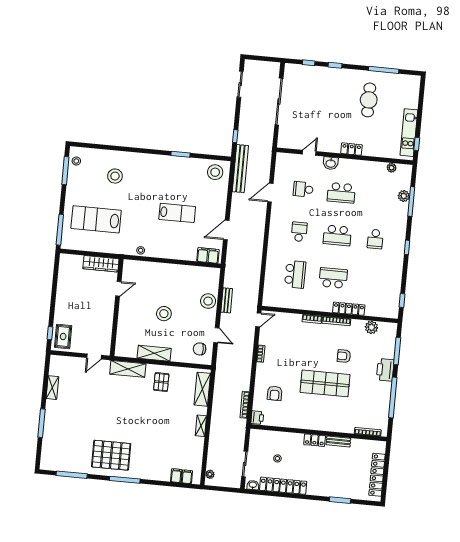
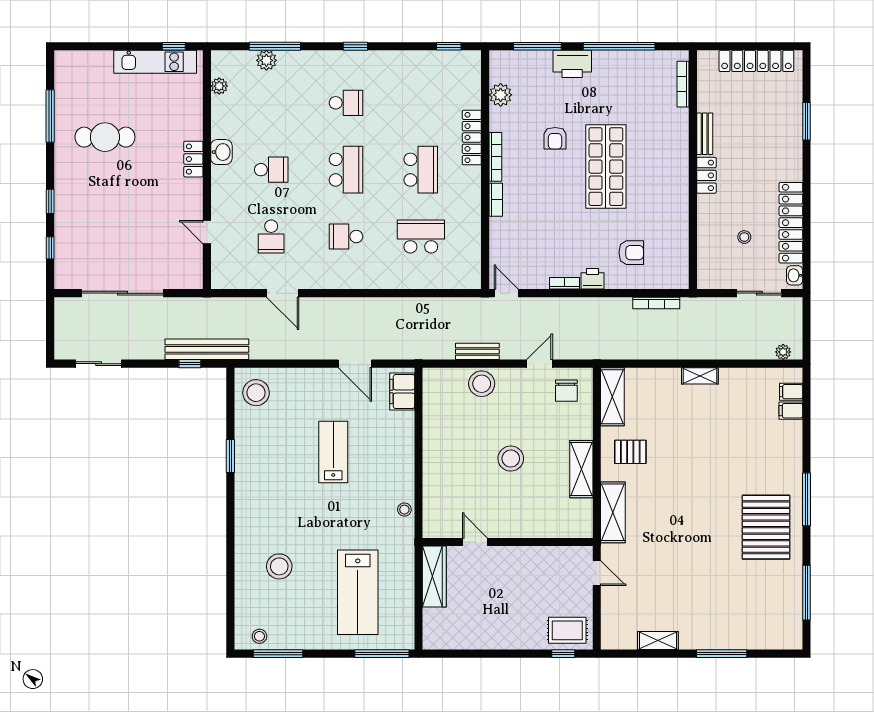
washbasin: (331, 163) -> (221, 152), moved
bench: (240, 169) -> (207, 349), moved
school desk: (341, 193) -> (271, 170), width x0.54
school desk: (333, 278) -> (421, 170), turned 180
shelving: (202, 389) -> (612, 397), moved, turned 90
printer: (257, 418) -> (592, 279), moved

